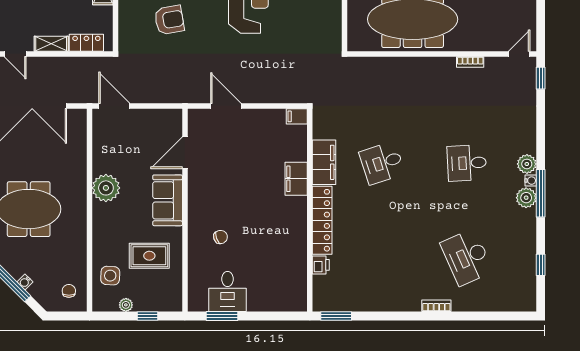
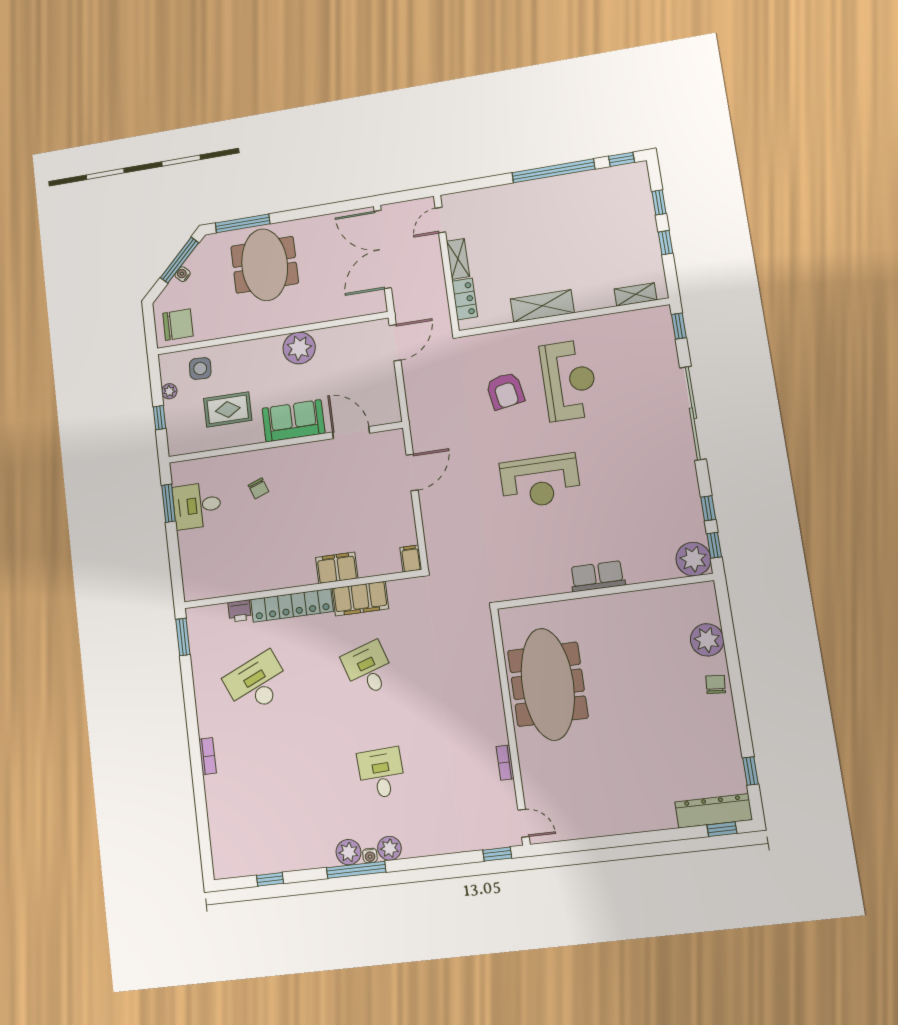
rug: (149, 256) -> (228, 409), turned 90
desk: (467, 257) -> (257, 683), moved
chair: (69, 291) -> (178, 325), width x1.87, depth x1.87

